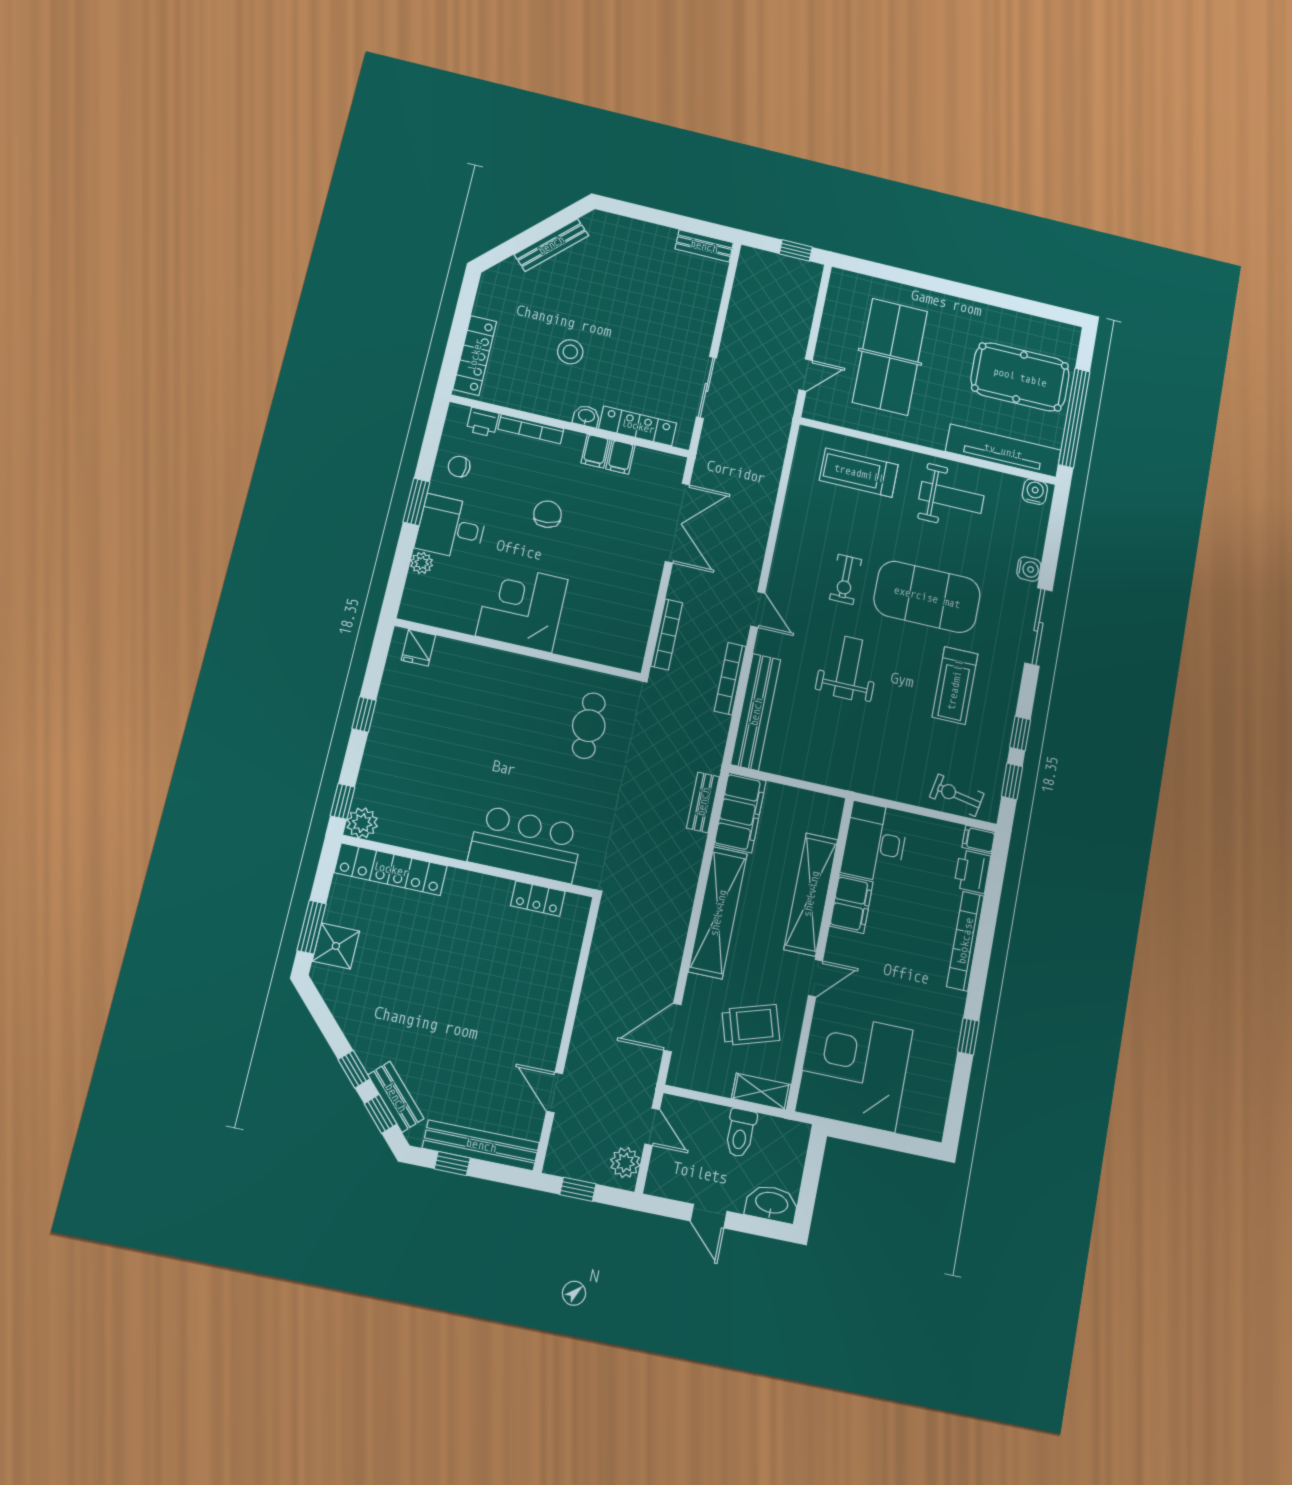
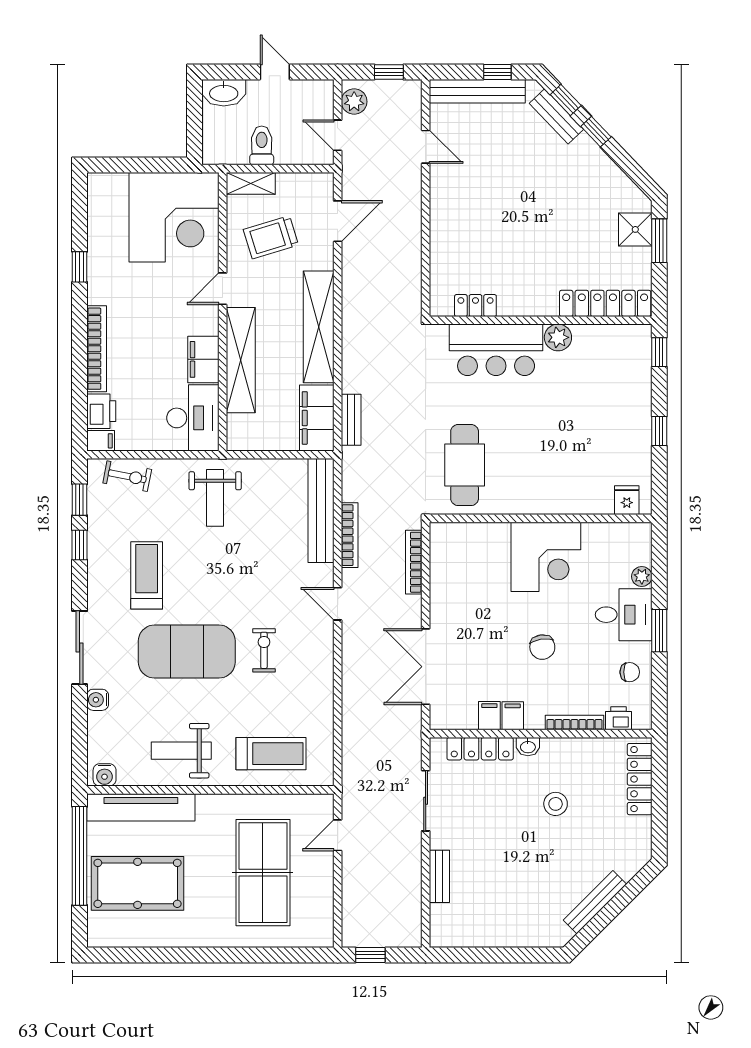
bench: (704, 246) -> (439, 876), moved, turned 90
weight bench: (848, 668) -> (215, 498), moved
cafe table: (589, 726) -> (465, 465), width x1.37, depth x1.35
plant: (362, 823) -> (558, 337), moved

